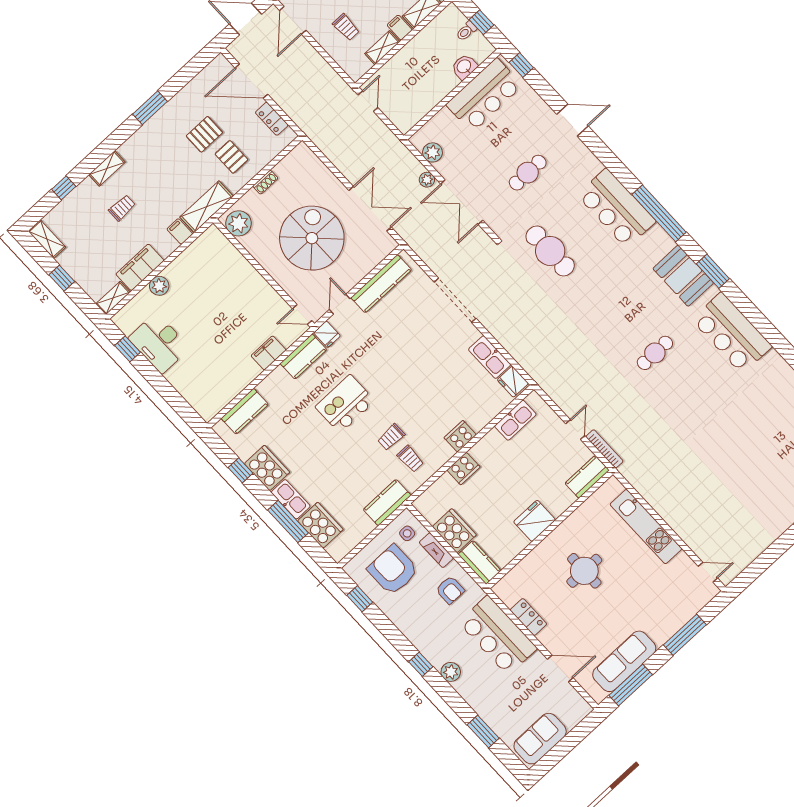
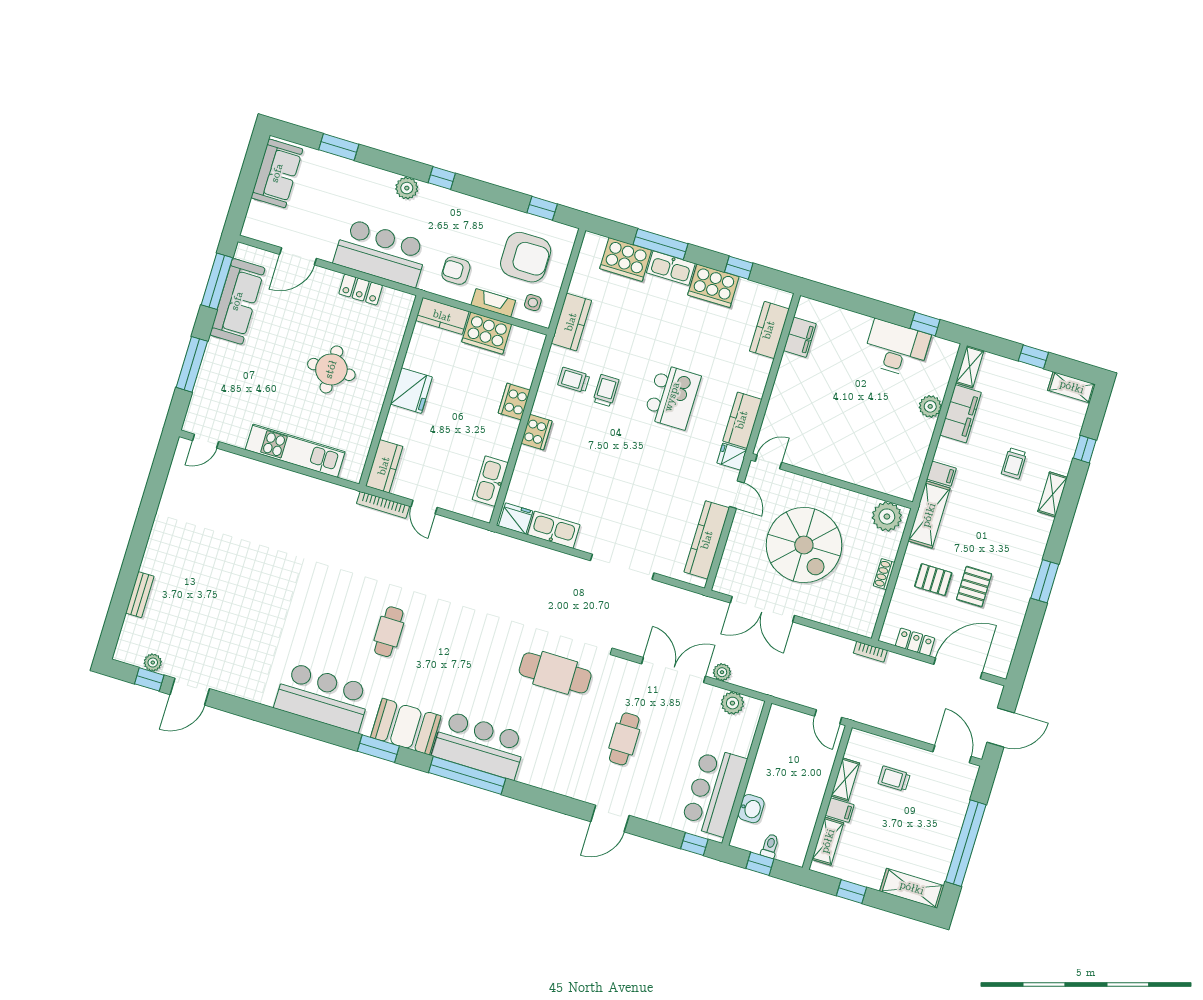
bookcase: (309, 131) -> (870, 652), added
bar counter: (616, 208) -> (479, 745), moved
filing cabinet: (269, 353) -> (800, 337), moved

